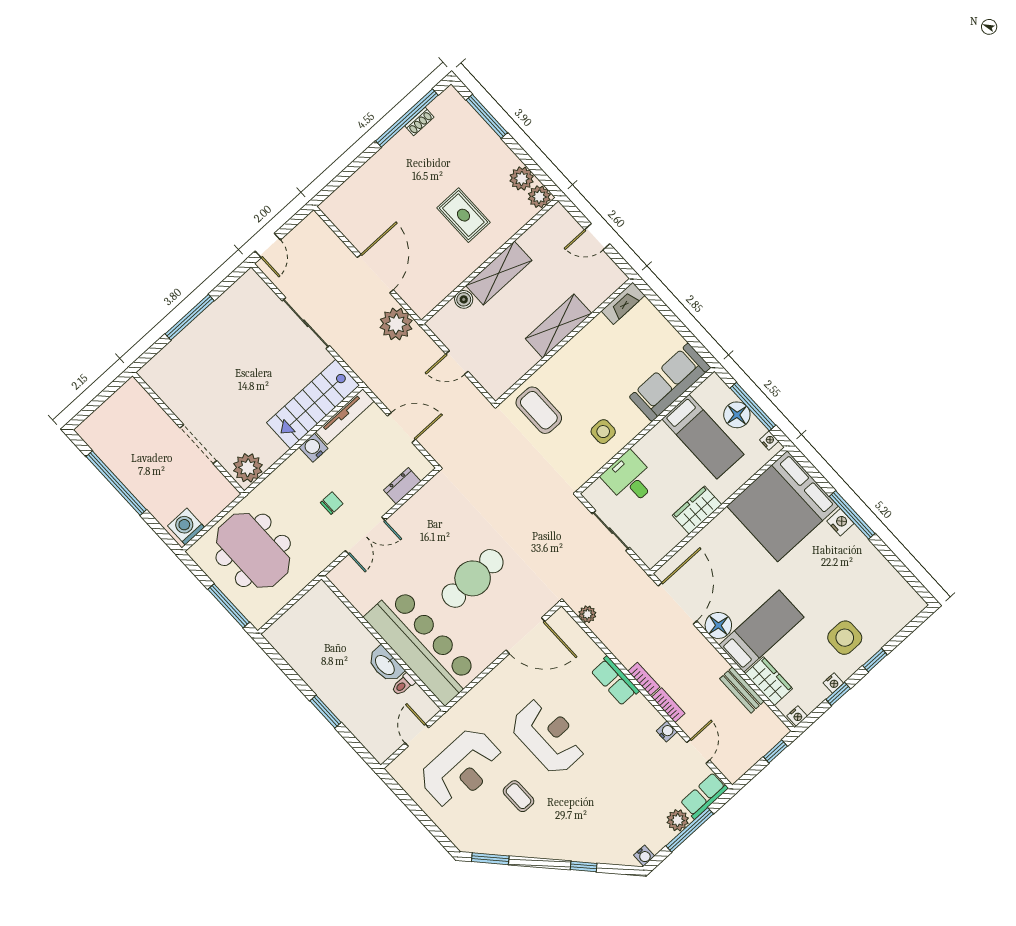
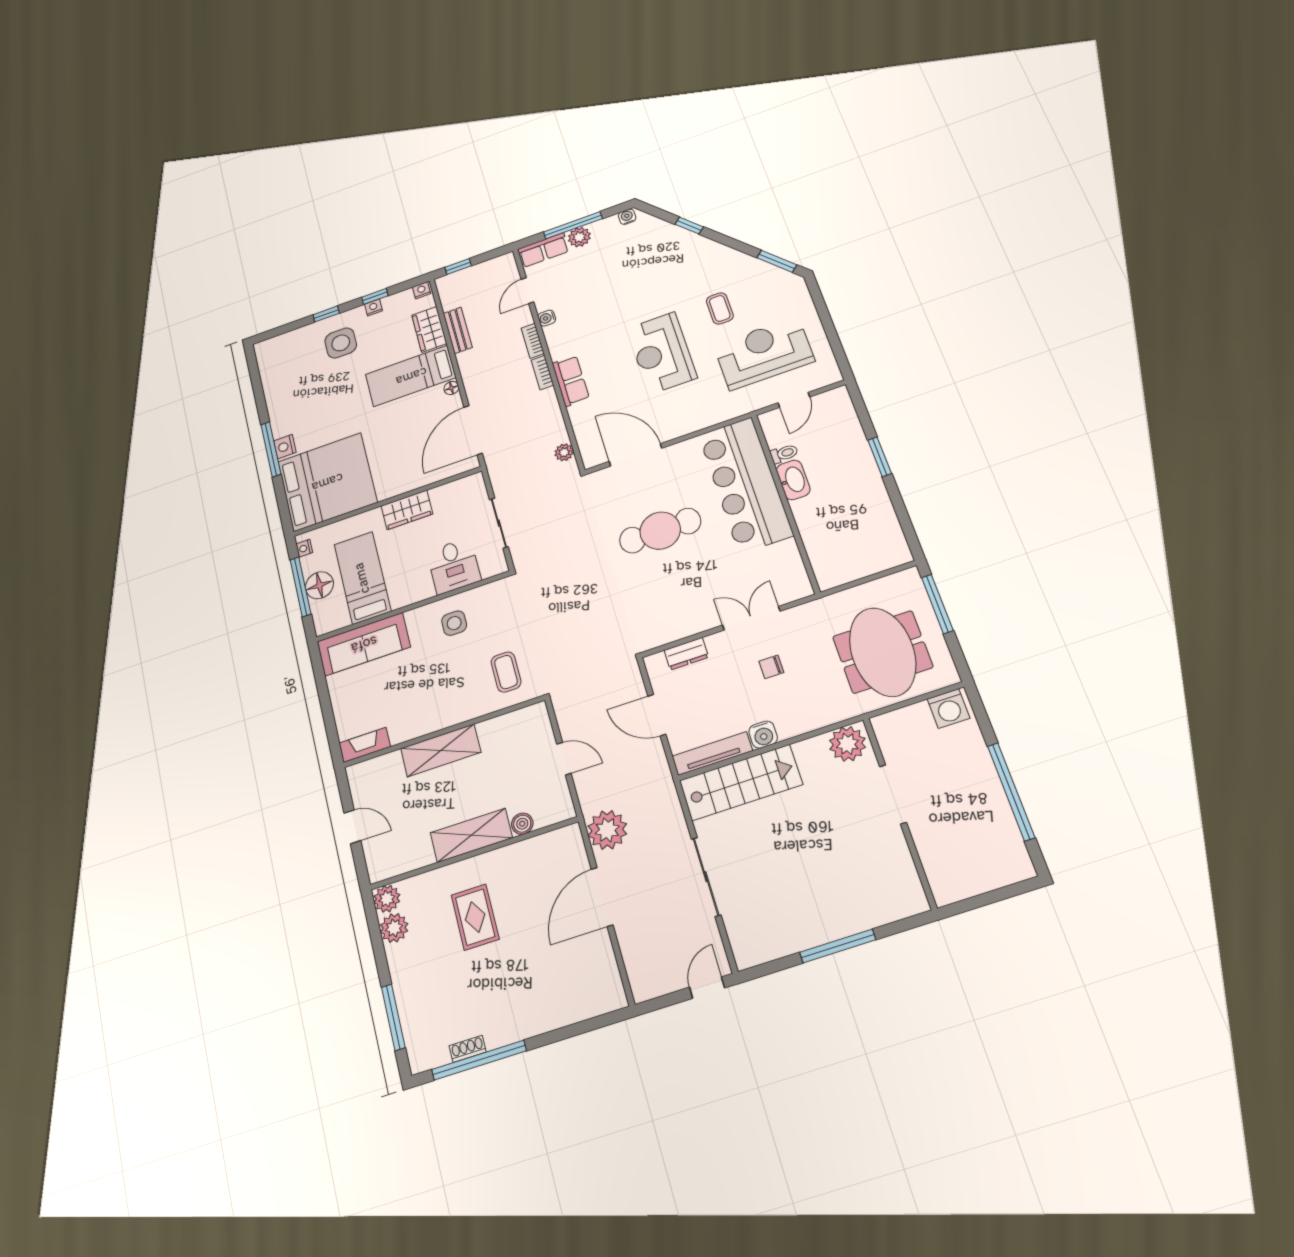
coffee table: (539, 410) -> (506, 672), width x0.73, depth x0.77
floor lamp: (718, 625) -> (451, 388), width x0.53, depth x0.53

